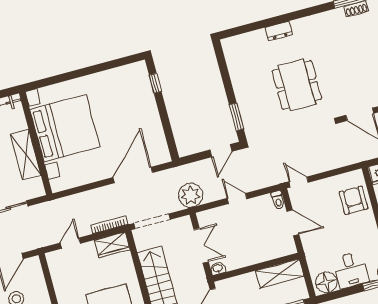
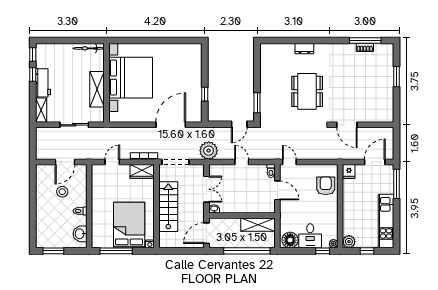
window: (155, 83) -> (205, 94), moved

